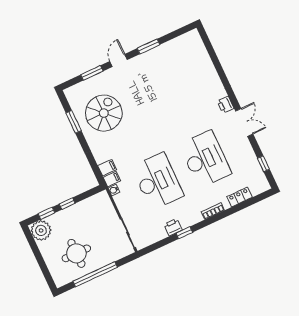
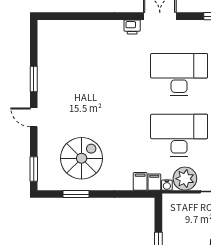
window: (92, 73) -> (34, 169), moved
spiral stairs: (104, 113) -> (82, 158), turned 90
plant: (126, 202) -> (185, 179), added

